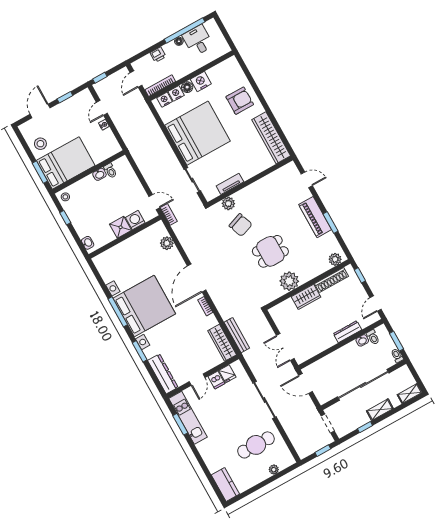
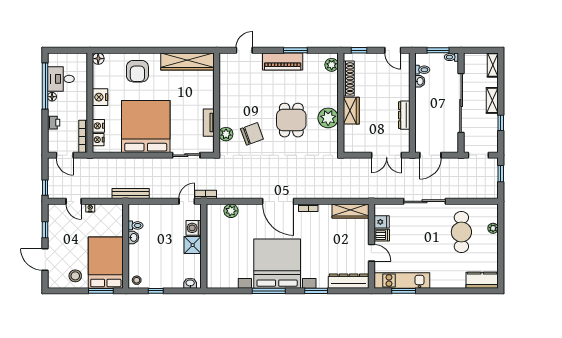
floor lamp: (187, 87) -> (98, 59), moved
armchair: (240, 101) -> (137, 71), turned 180
dresser: (348, 332) -> (404, 115), moved
bench: (237, 335) -> (131, 194), moved

